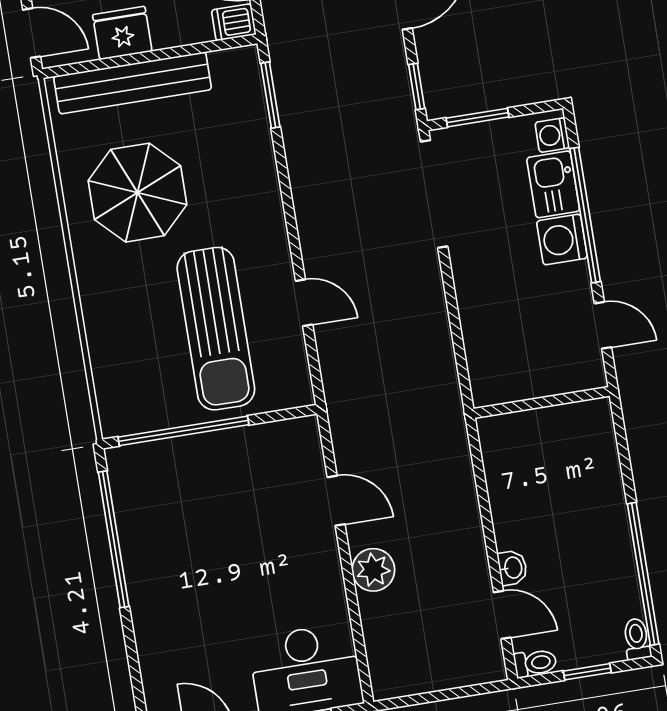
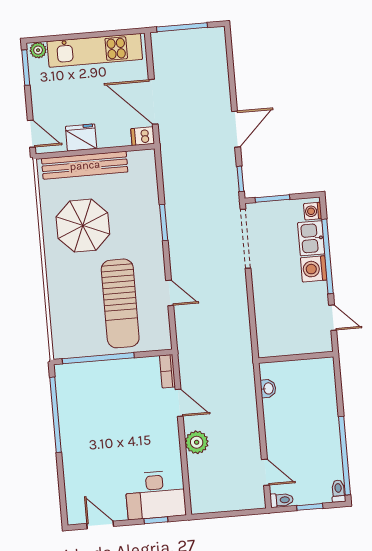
window: (270, 95) -> (164, 223), moved
bookcase: (311, 445) -> (167, 371), added
washbasin: (512, 568) -> (268, 388), moved

